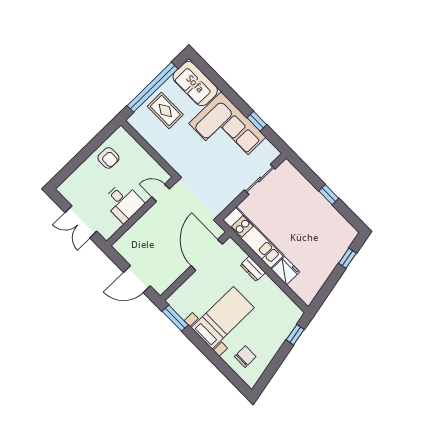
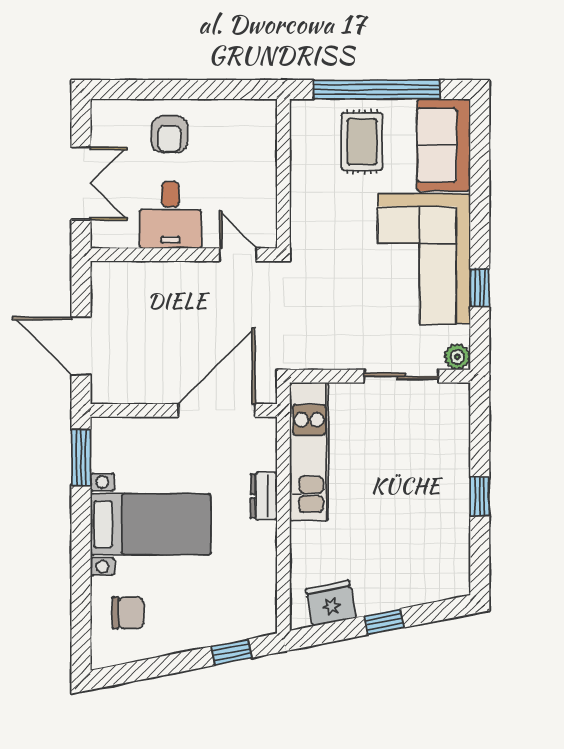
plant: (273, 153) -> (457, 357), added
armchair: (108, 158) -> (170, 134), moved
double door: (81, 222) -> (81, 183), swing flipped
window: (347, 258) -> (384, 622), moved
fridge: (286, 271) -> (331, 603), moved, turned -101

